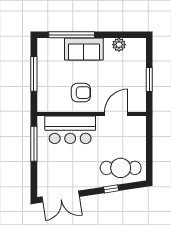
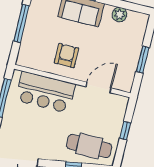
armchair: (81, 93) -> (66, 56), turned -90
window: (149, 146) -> (125, 131), added

